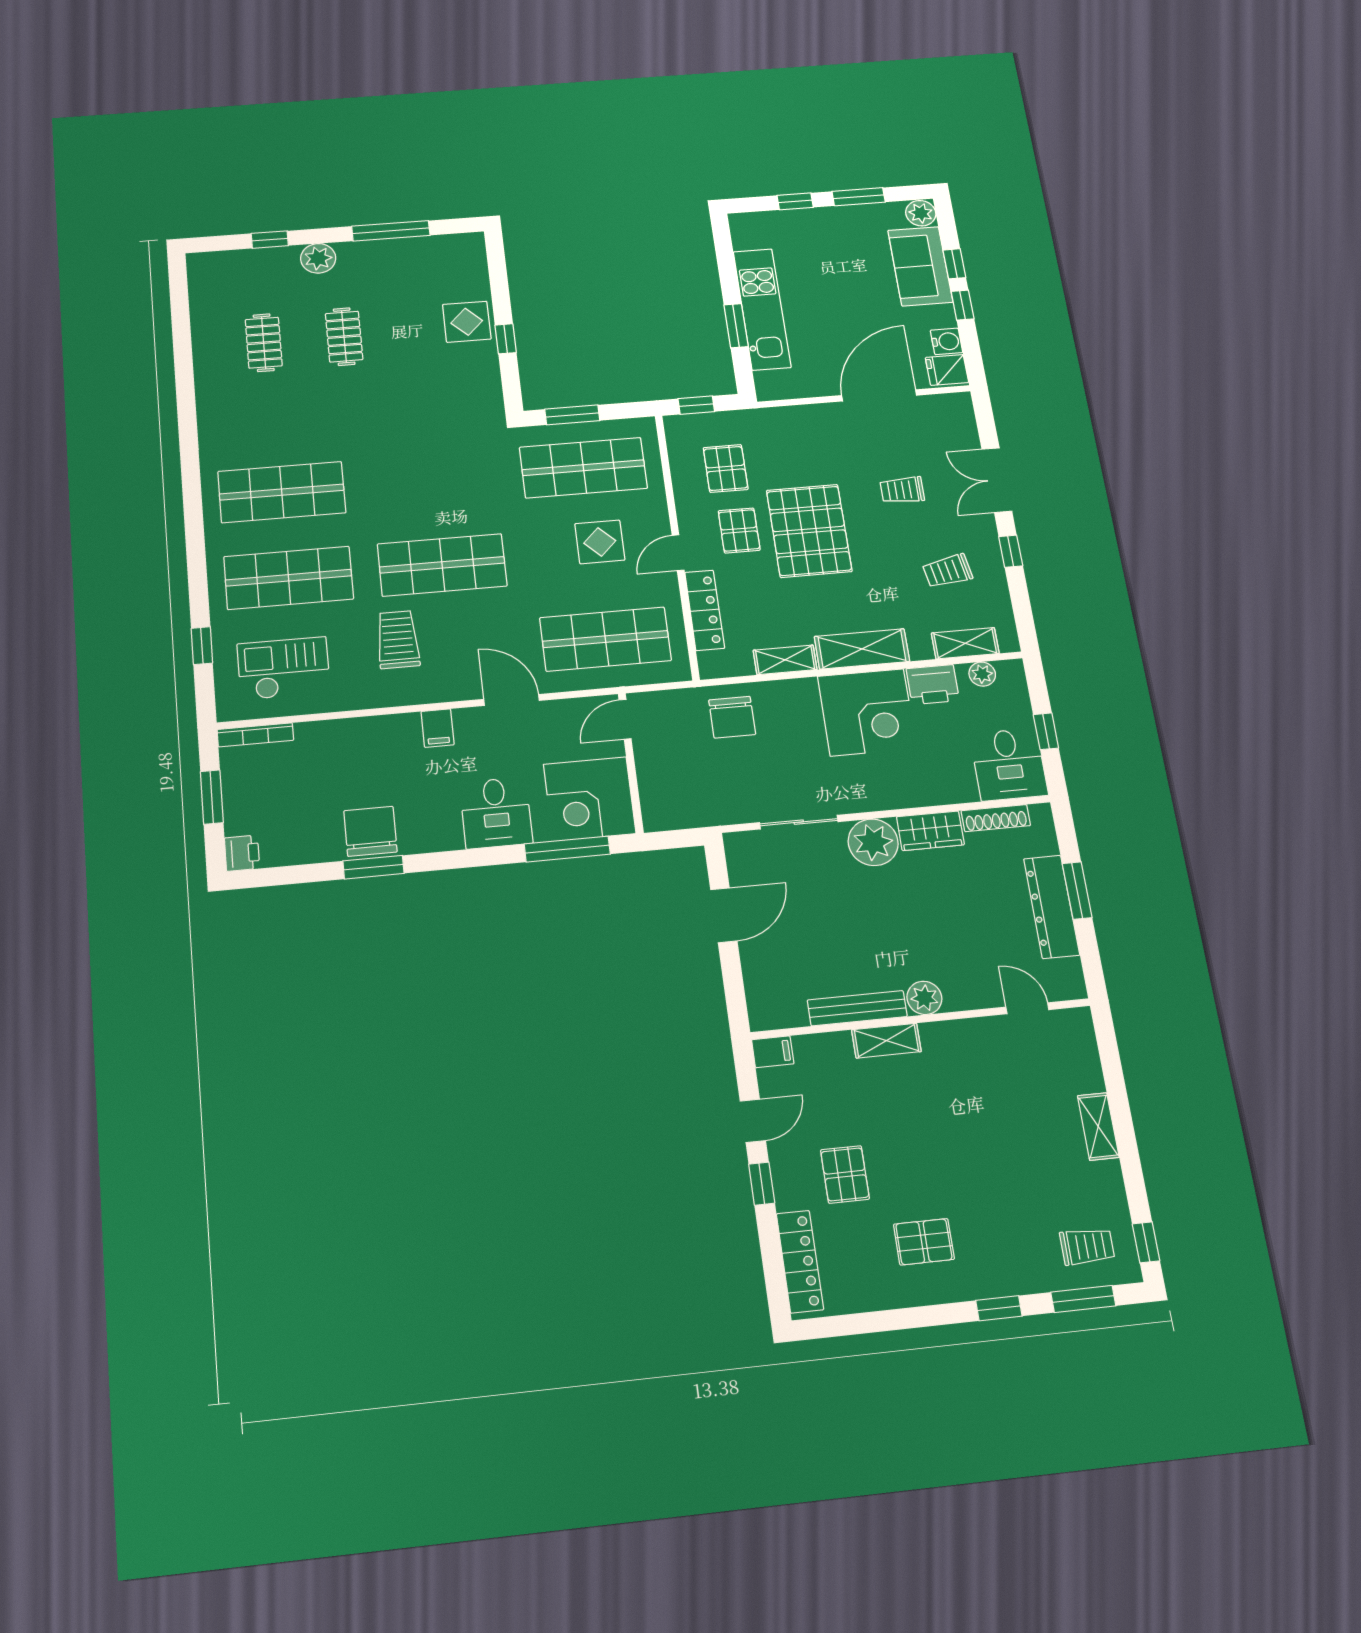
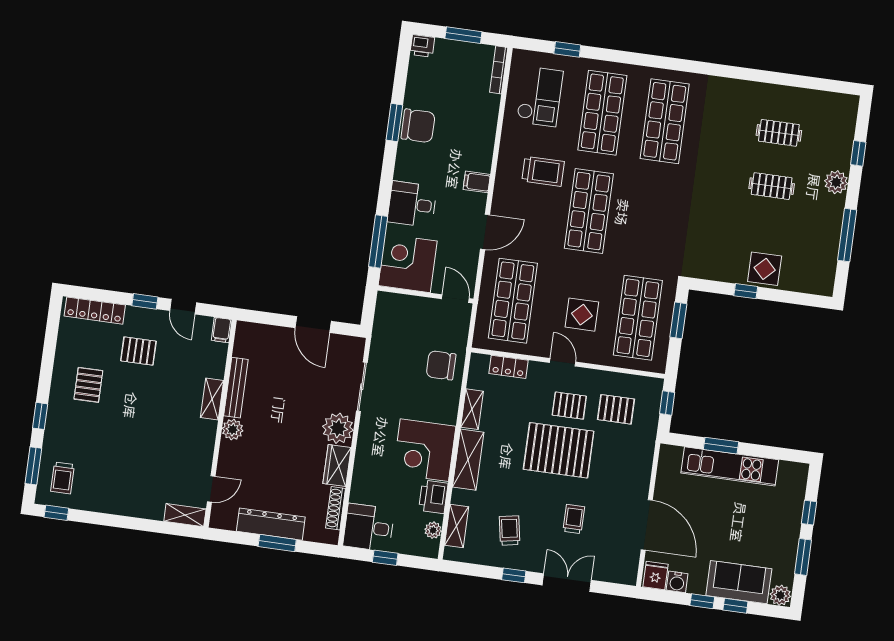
locker: (705, 610) -> (509, 367), width x0.66
shelving: (1098, 1126) -> (185, 515), moved

